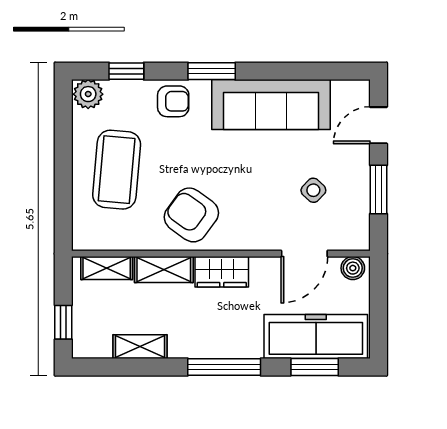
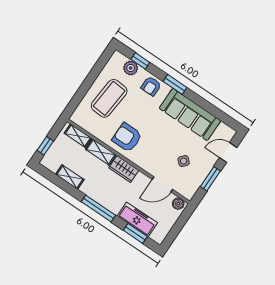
plant: (88, 94) -> (131, 68), moved
armchair: (173, 101) -> (151, 86), turned 90
armchair: (191, 215) -> (127, 137), turned -36
freezer: (316, 337) -> (137, 219), width x0.73, depth x0.79

